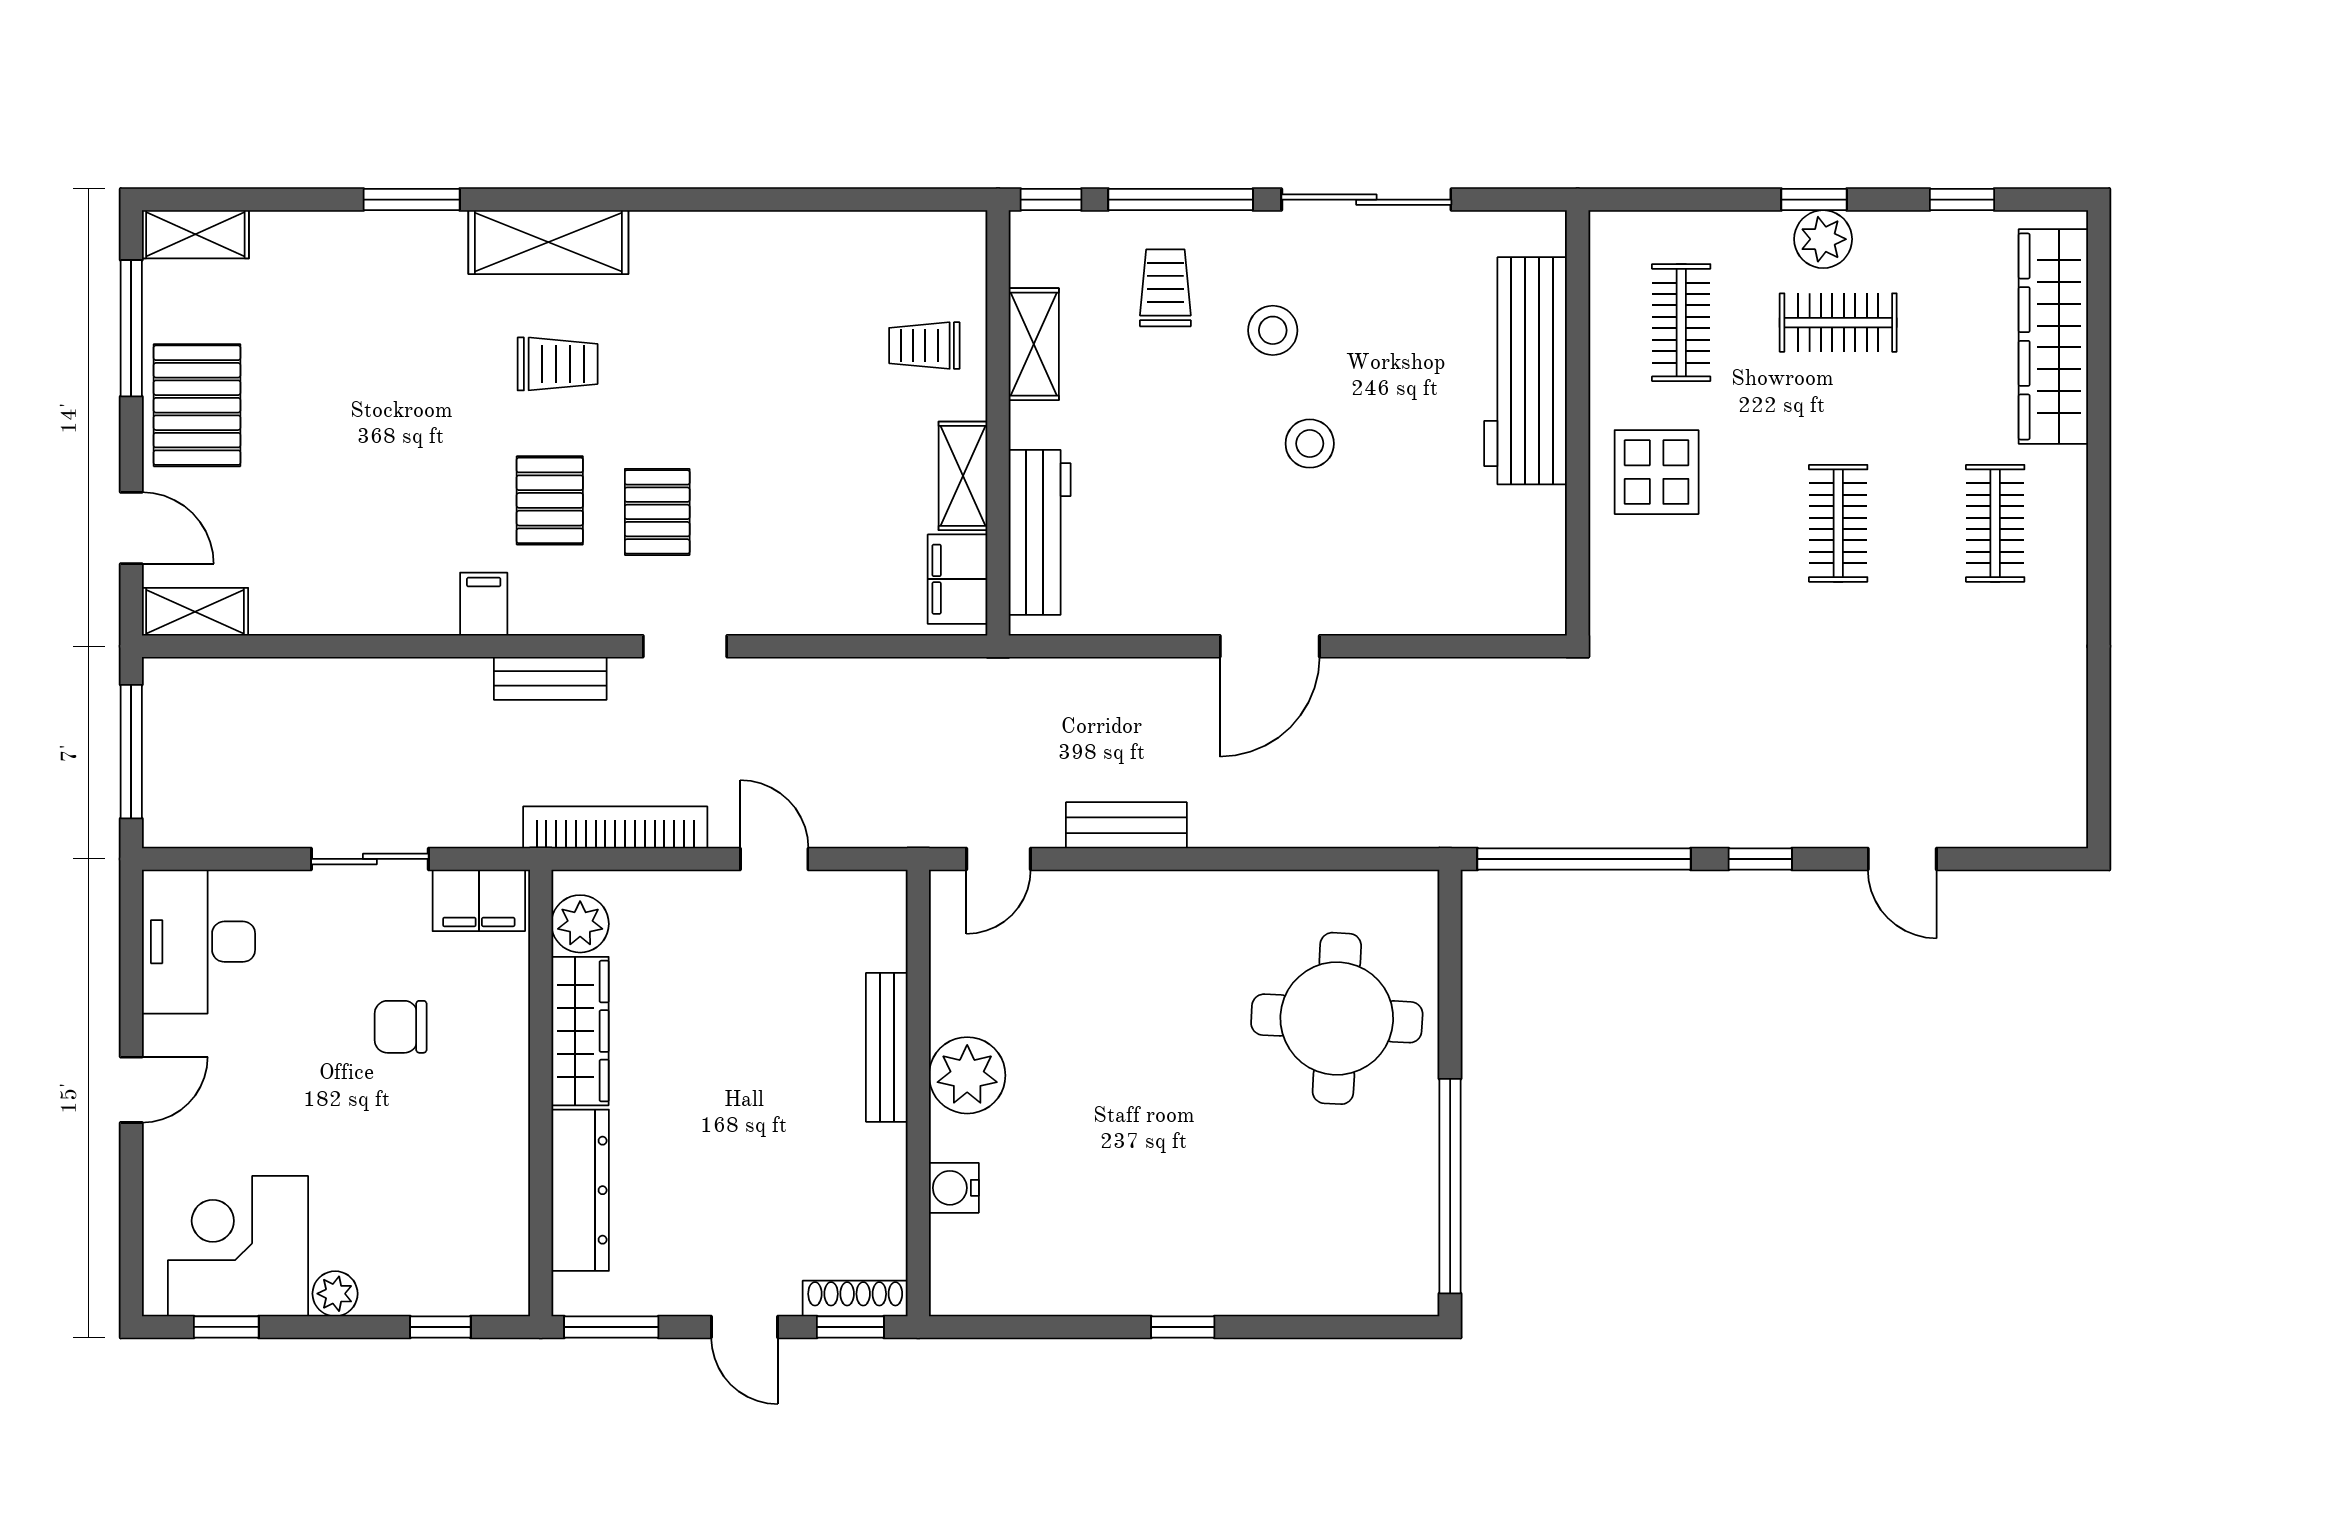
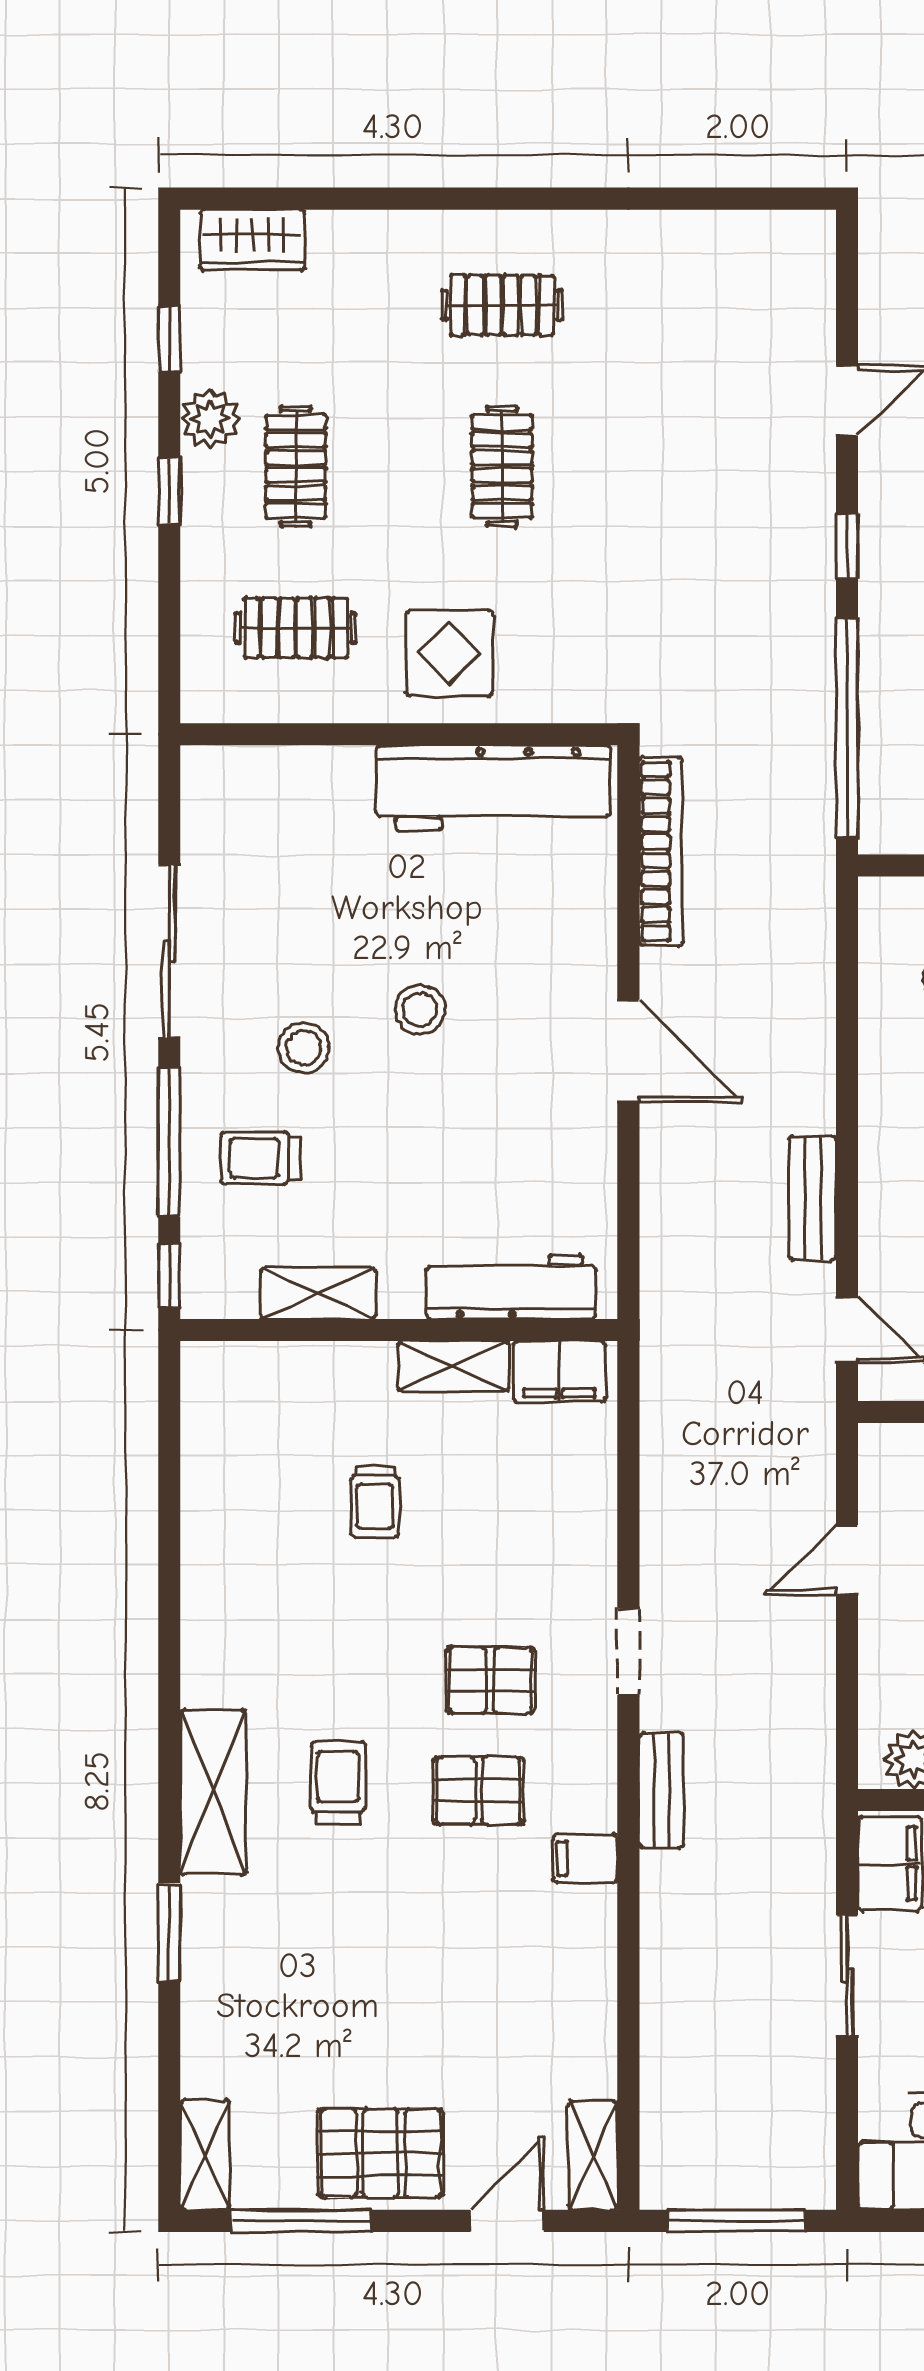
plant: (1823, 239) -> (210, 419), moved
wardrobe: (2053, 337) -> (252, 240), width x0.48, depth x0.85
trolley: (924, 346) -> (375, 1501), moved
workbench: (1526, 371) -> (493, 788), moved
clothes rail: (1838, 523) -> (502, 466), turned 90
bookcase: (615, 827) -> (661, 851), moved, turned 180

